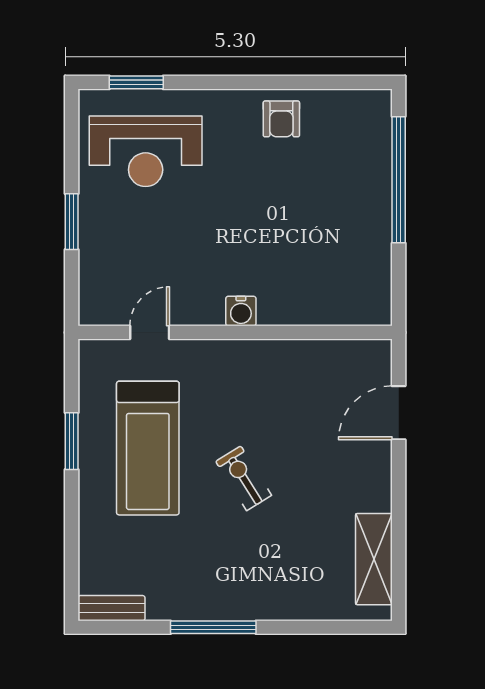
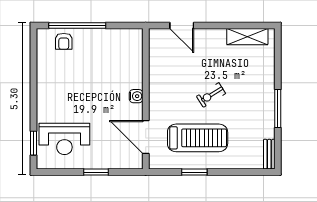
armchair: (281, 119) -> (64, 41), moved, turned 90
reception desk: (146, 151) -> (64, 139), turned 90
door: (150, 332) -> (146, 137), width x1.88

